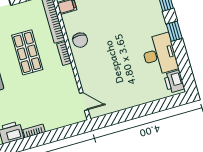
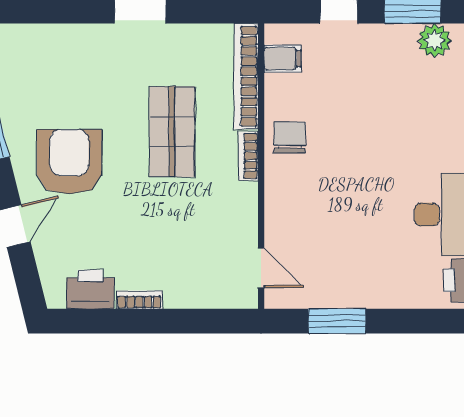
chair: (80, 40) -> (290, 138), turned 180
window: (124, 115) -> (337, 321), added

